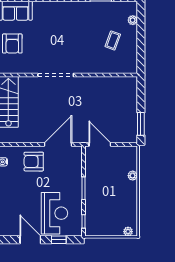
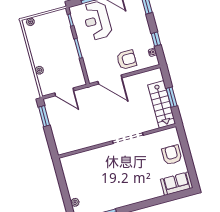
coffee table: (113, 40) -> (87, 181), removed
door: (58, 145) -> (110, 80), hinge flipped
door: (100, 145) -> (64, 92), moved

